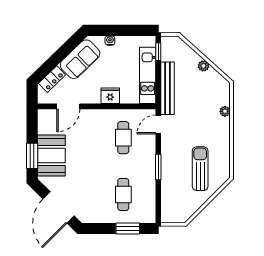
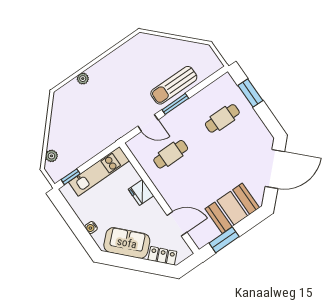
plant: (203, 66) -> (51, 156), moved
bench: (168, 88) -> (98, 145), removed
door: (158, 124) -> (148, 123), moved
window: (32, 156) -> (224, 240), moved
sun lounger: (200, 169) -> (174, 85), moved

